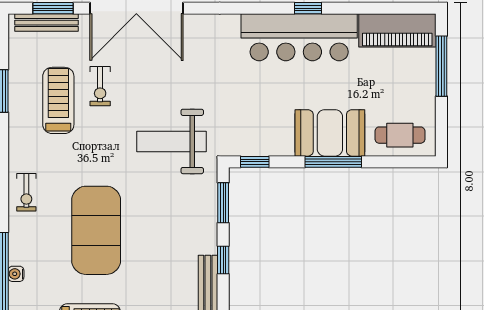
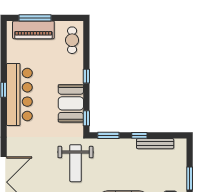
piano: (397, 30) -> (33, 30), moved, turned 90
booth: (330, 133) -> (71, 103), moved
window: (333, 162) -> (86, 76), width x0.46

